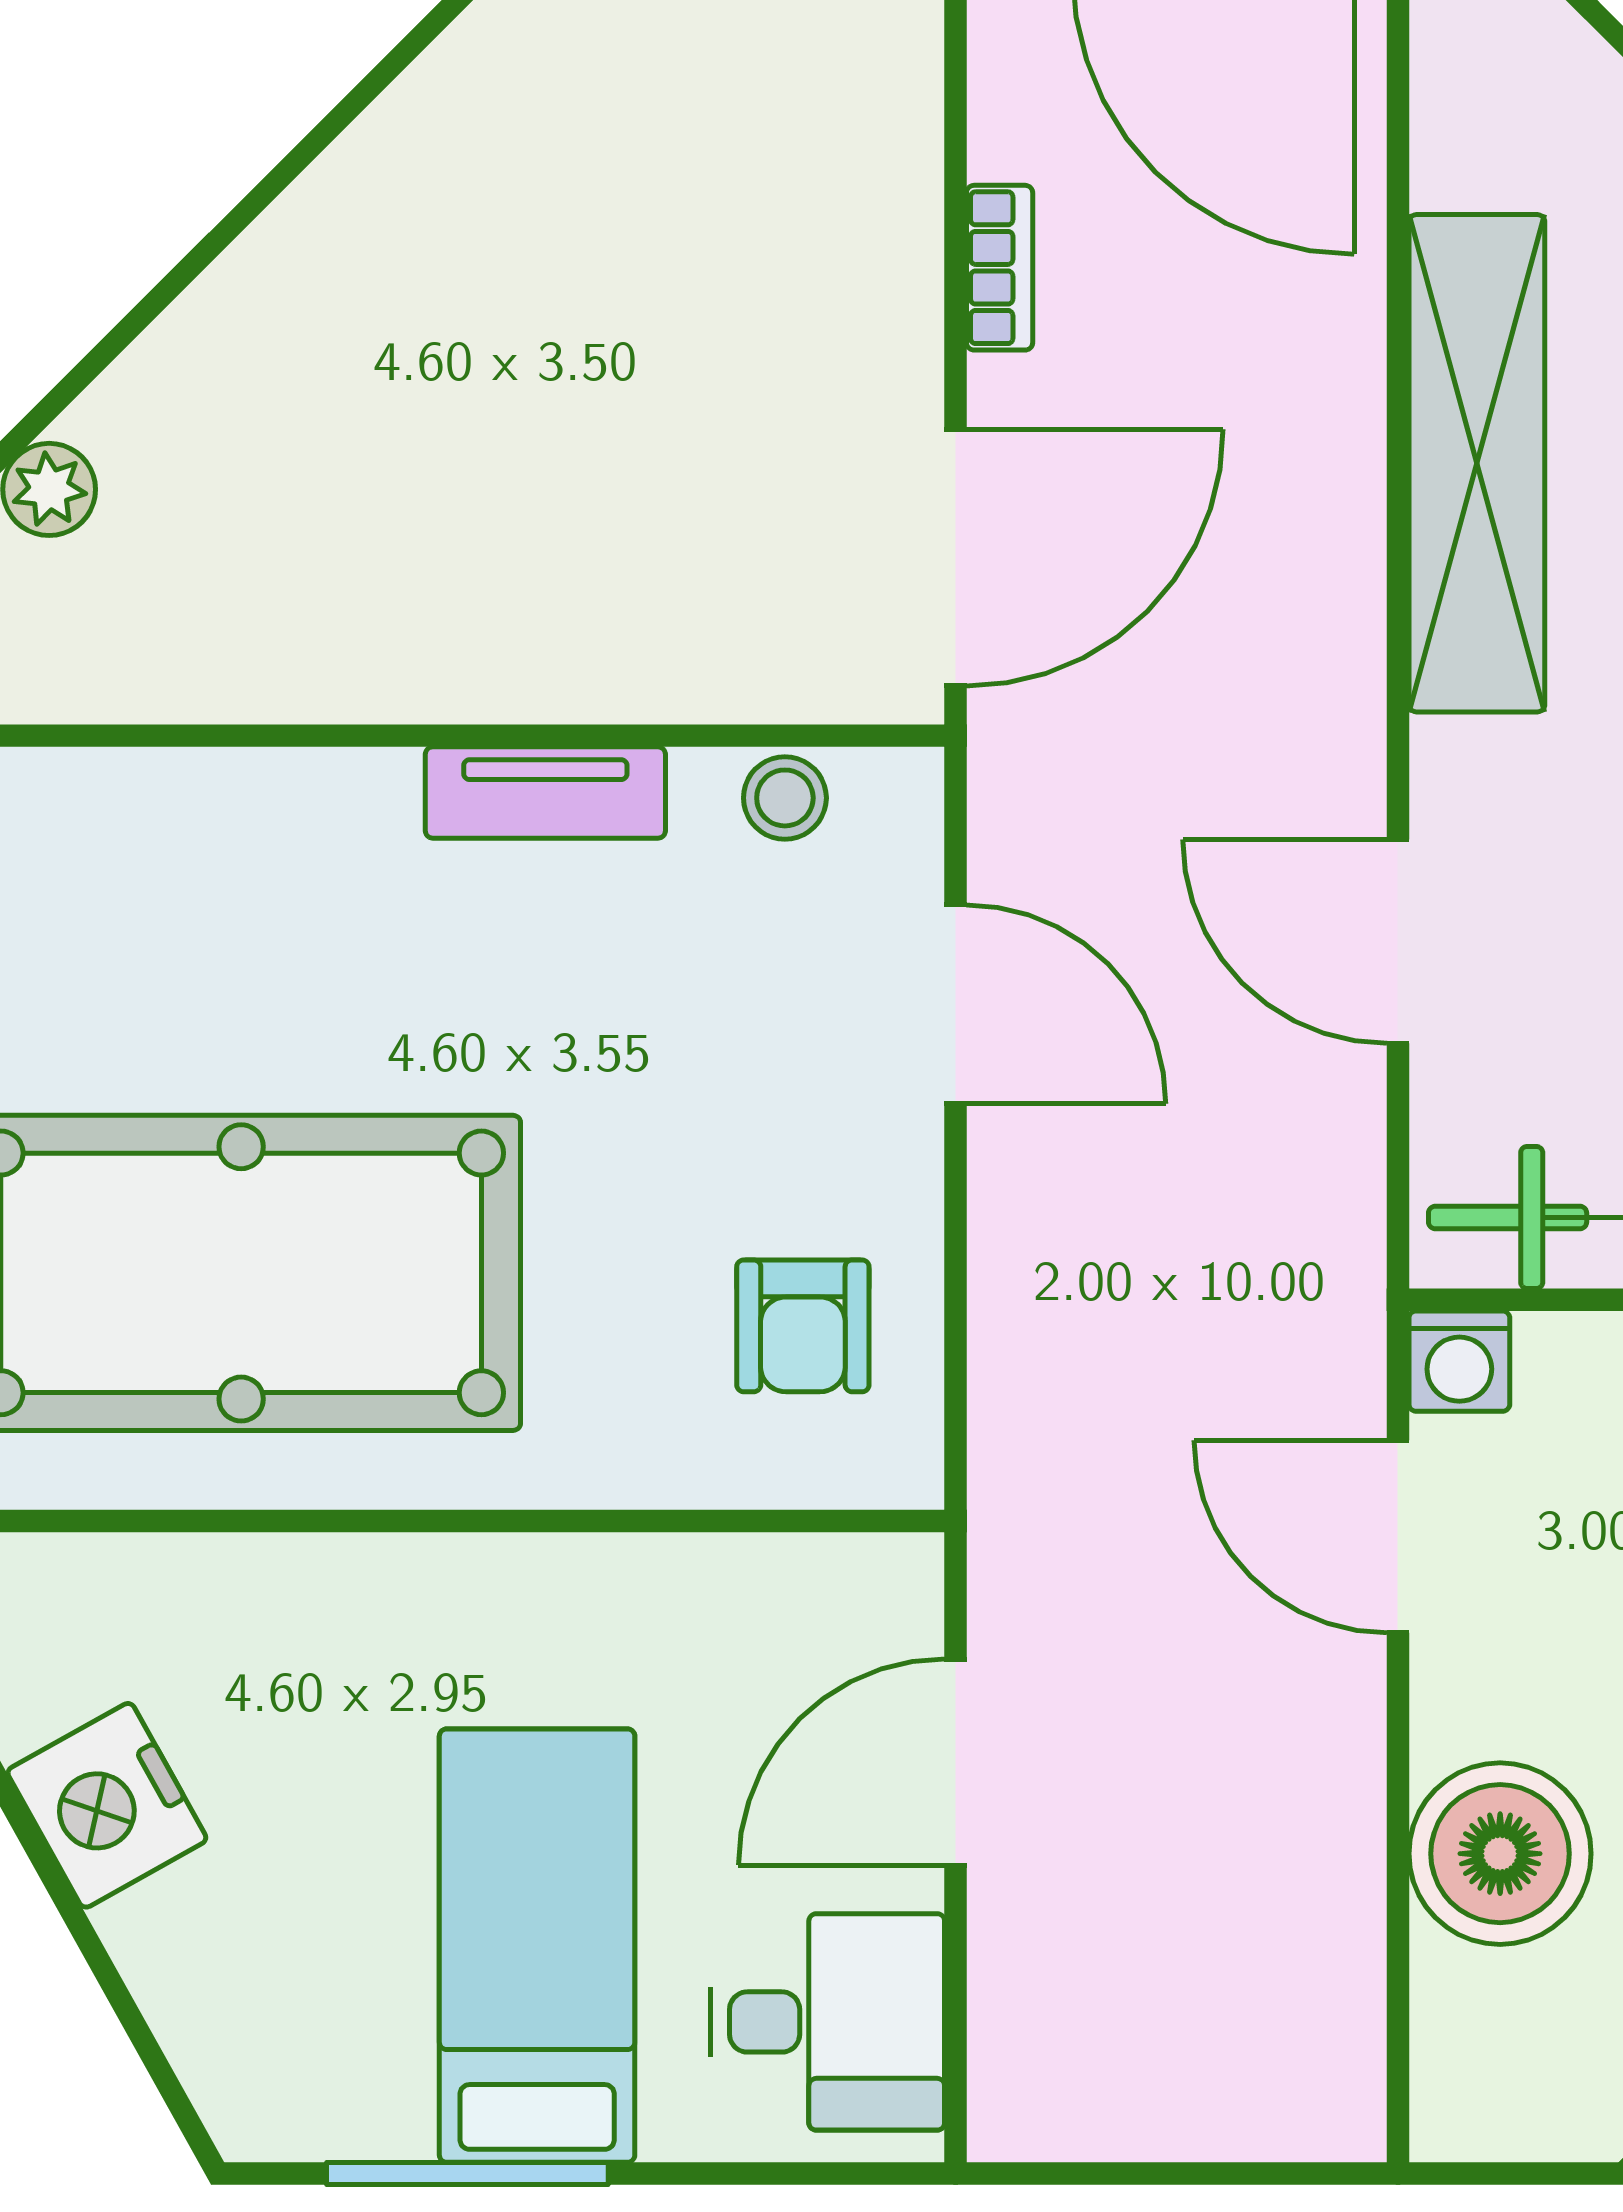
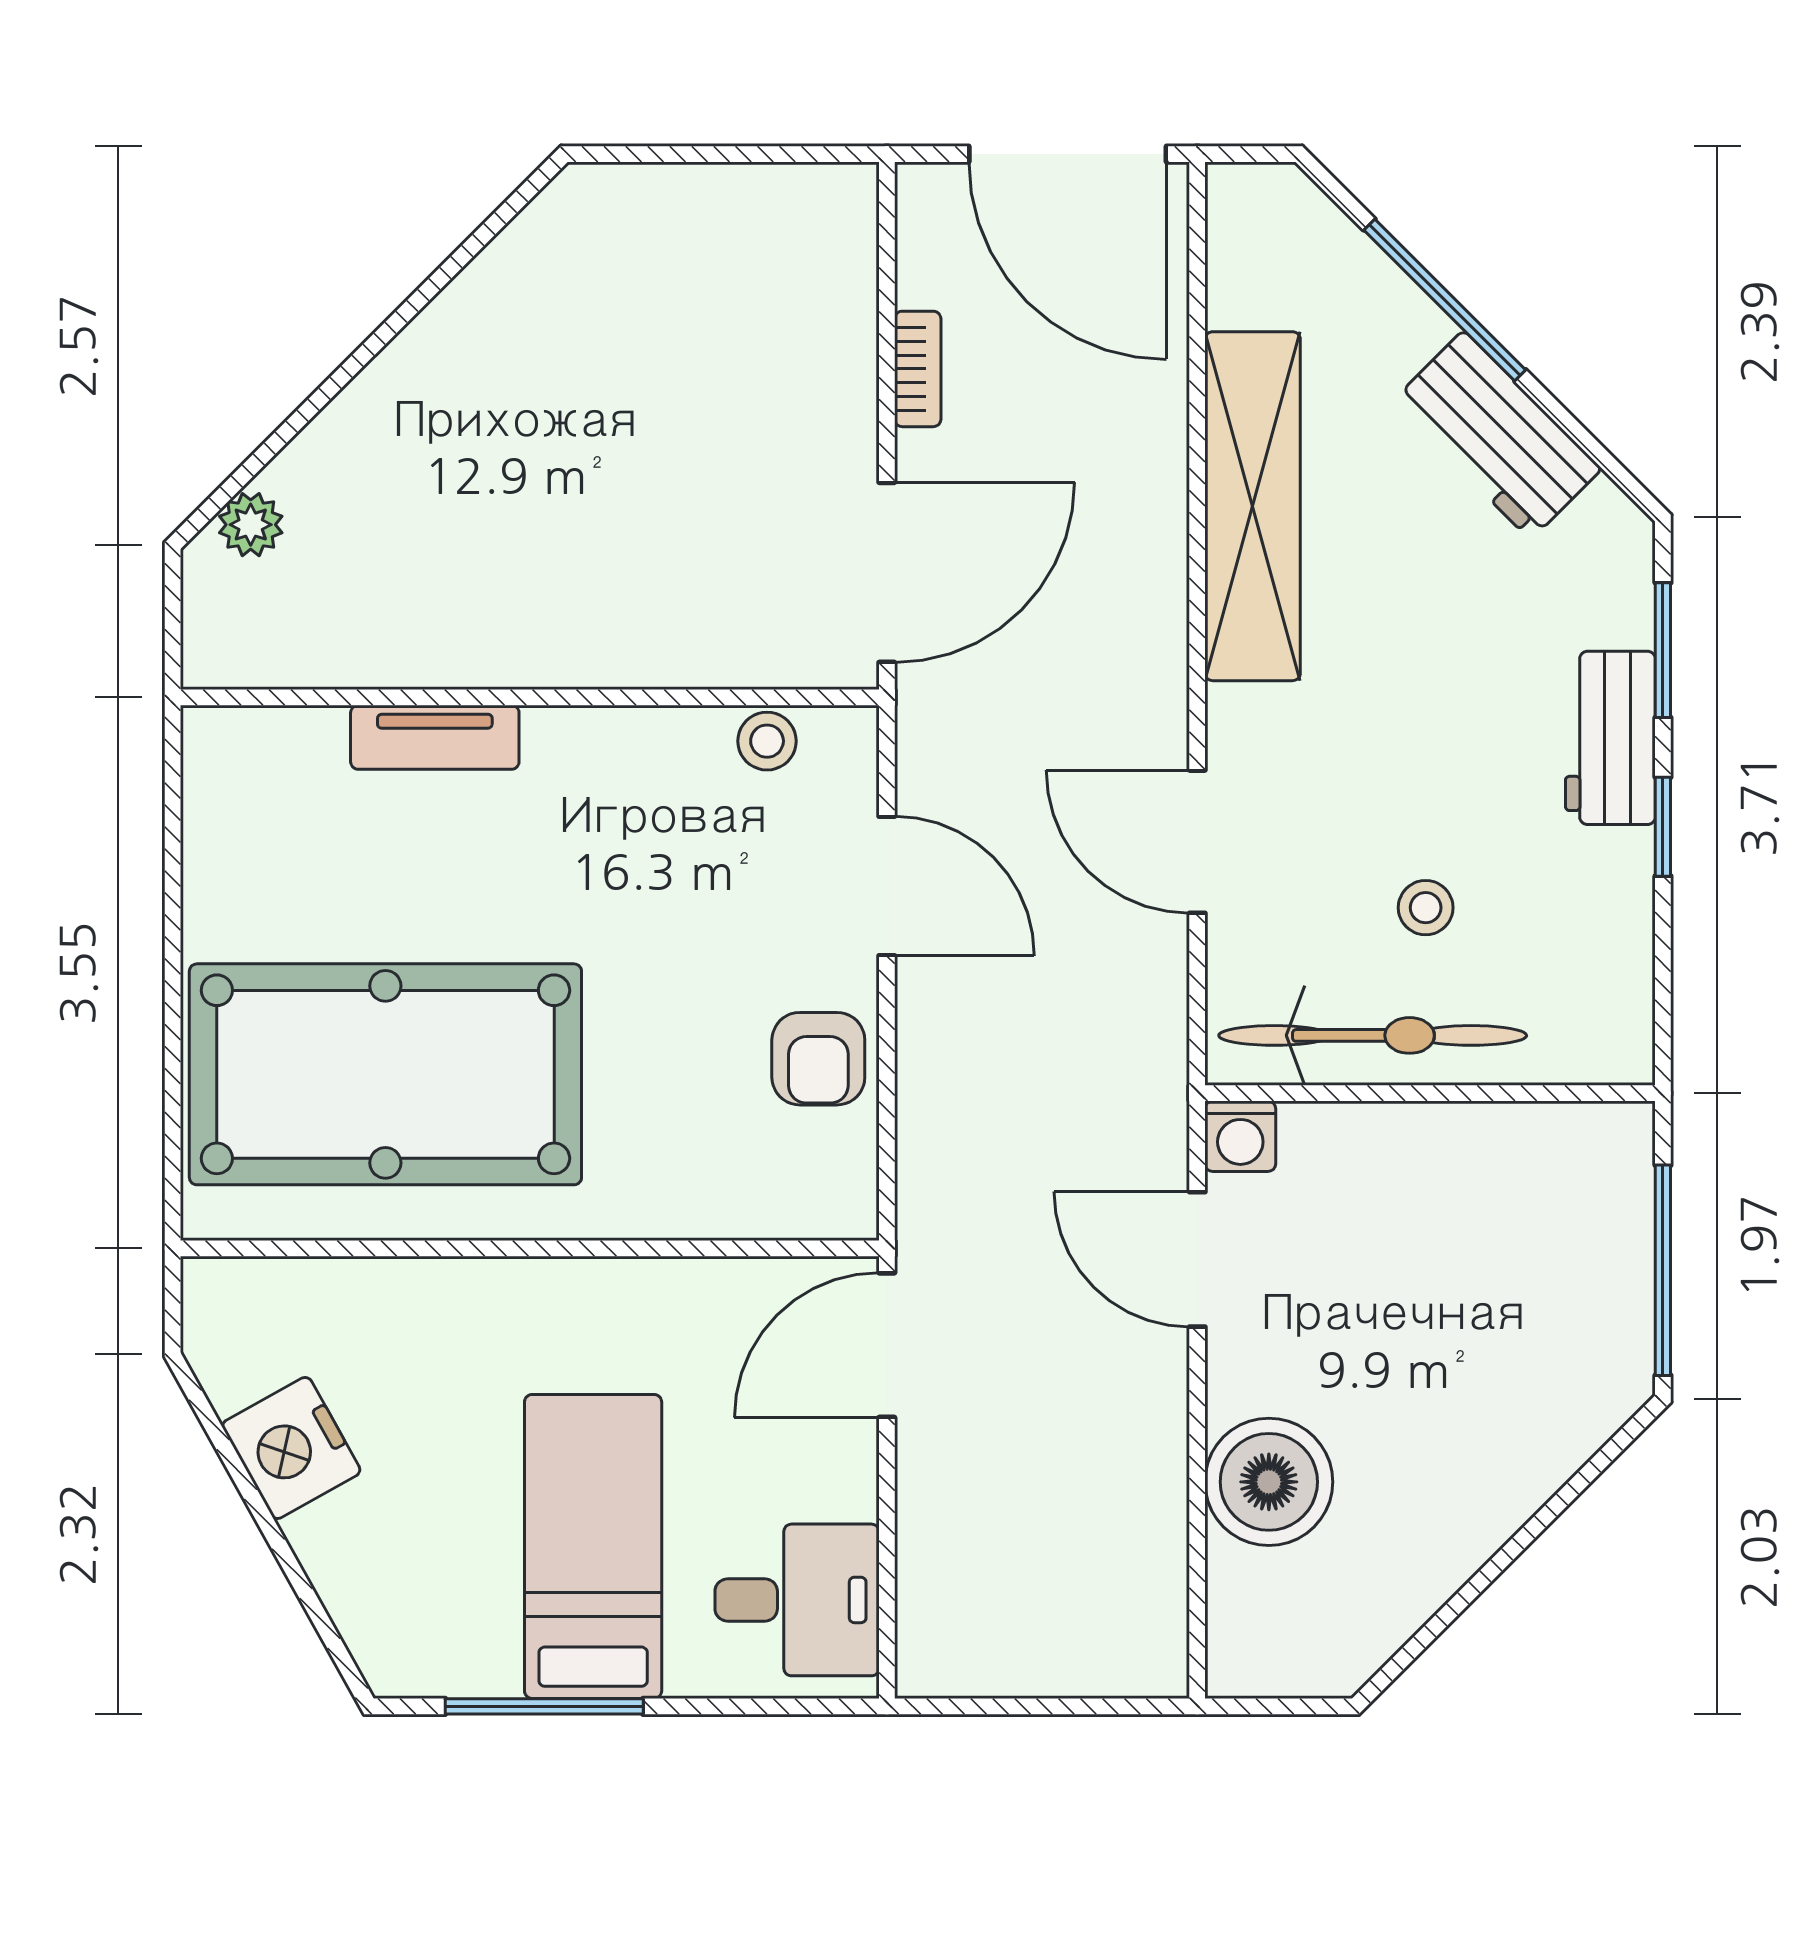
tv unit: (545, 793) -> (435, 737), moved
armchair: (803, 1326) -> (818, 1059), moved
door: (956, 1762) -> (887, 1345), moved

